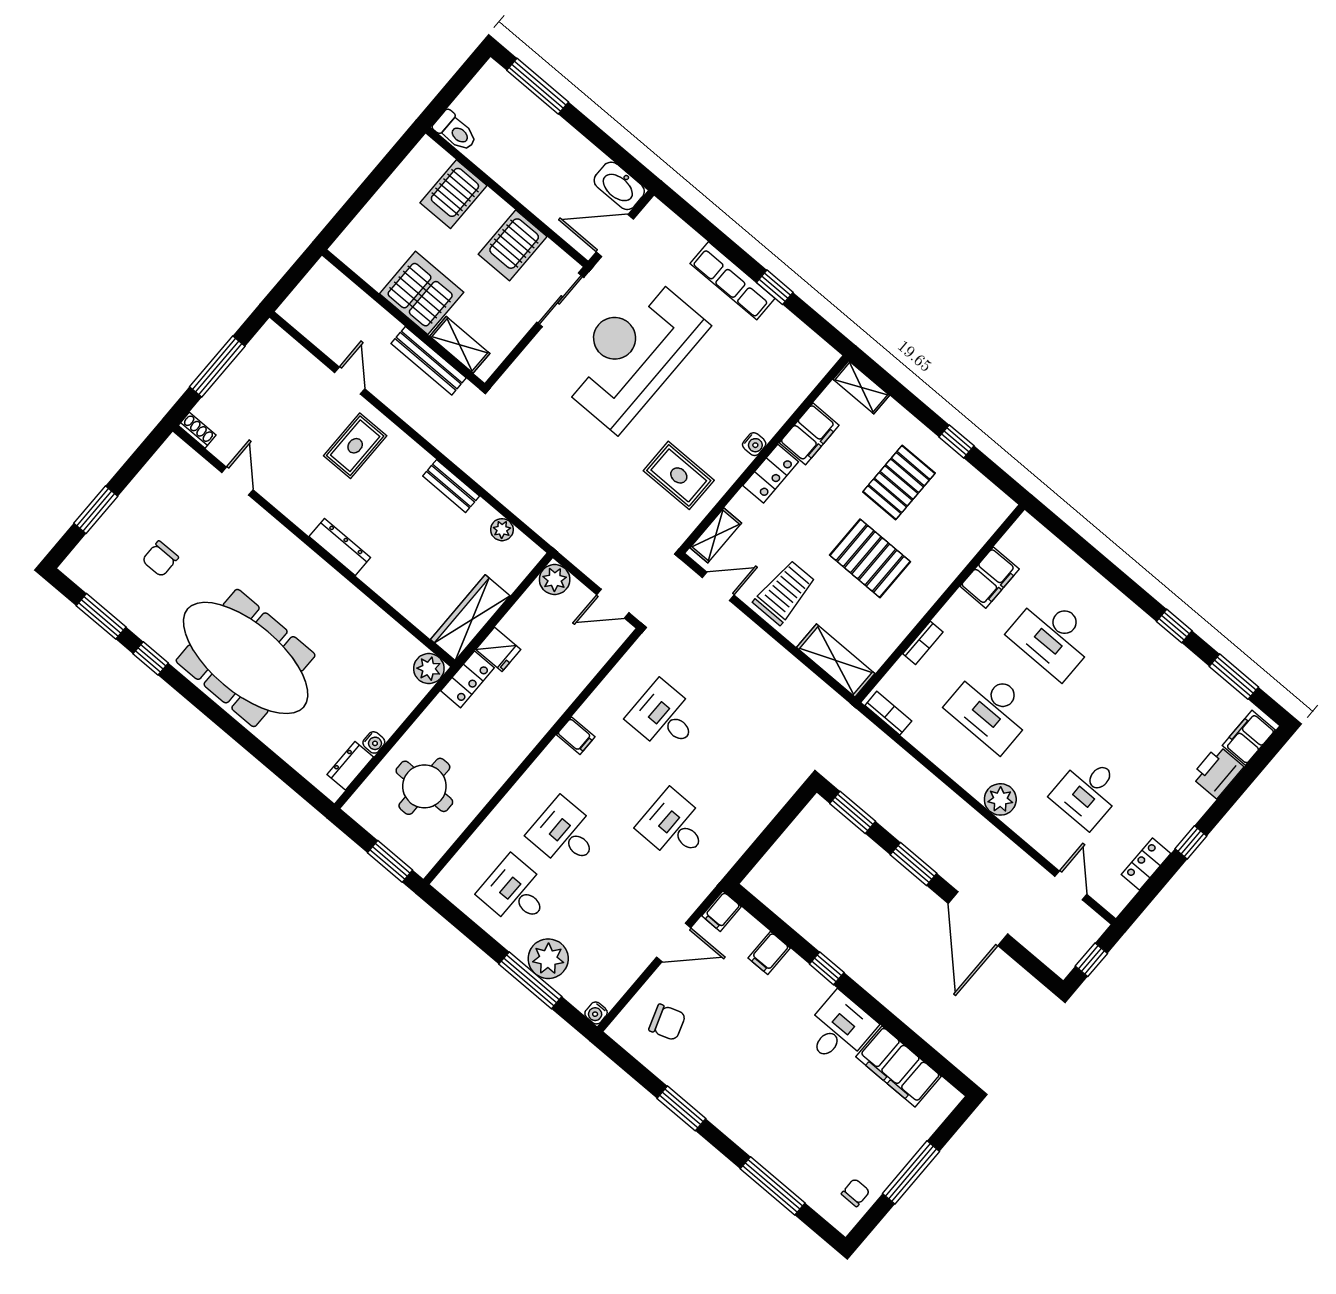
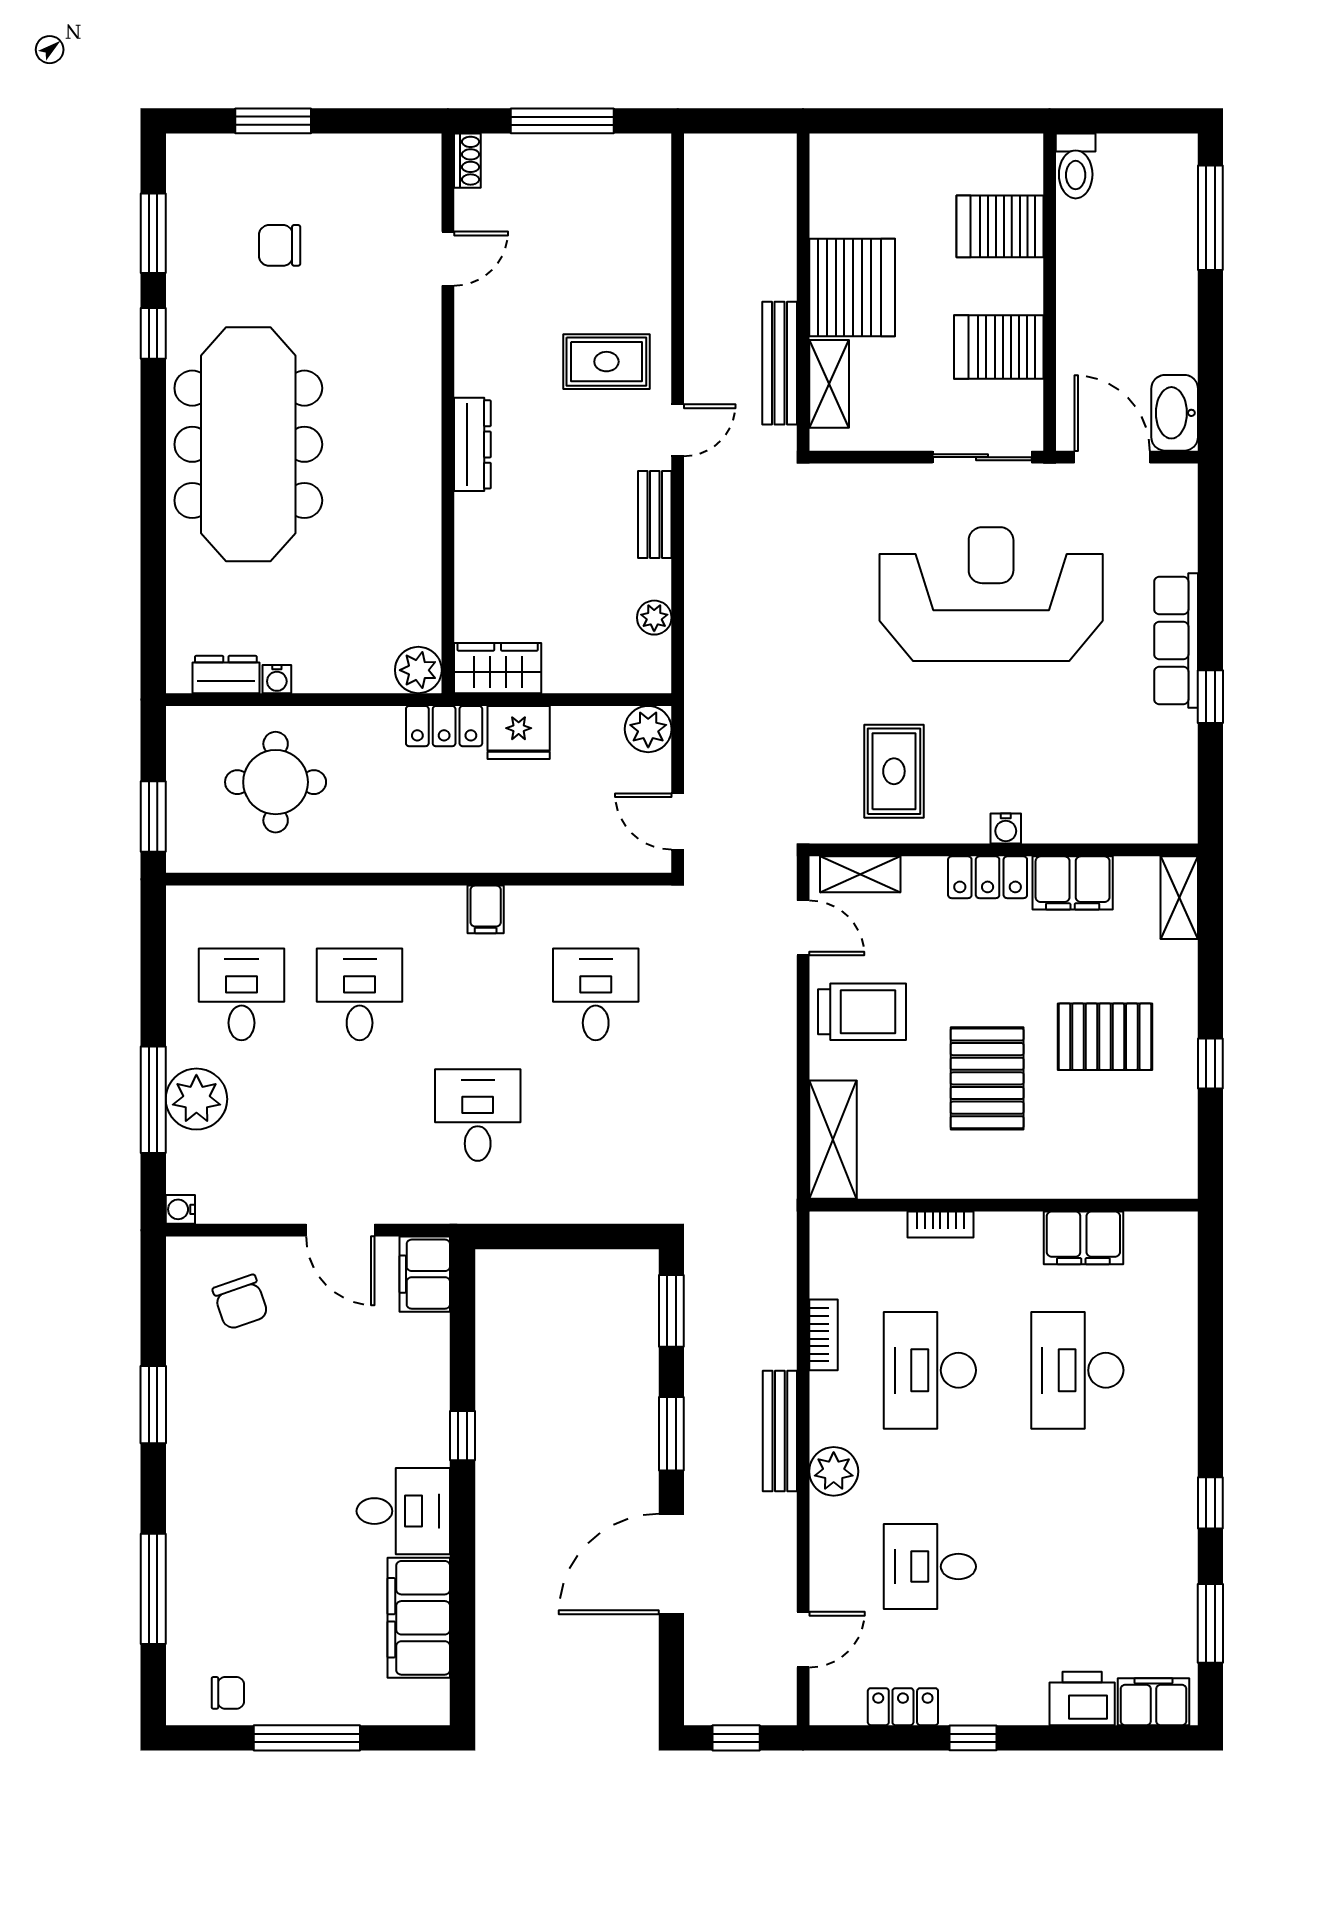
door: (350, 381) -> (678, 430), moved
wardrobe: (470, 618) -> (498, 668), width x0.67
fridge: (498, 649) -> (519, 732), width x1.38
bookcase: (888, 713) -> (823, 1335), moved
bench: (958, 809) -> (780, 1431), added
filing cabinet: (722, 911) -> (425, 1274), width x2.00
filing cabinet: (769, 953) -> (423, 1353), removed

